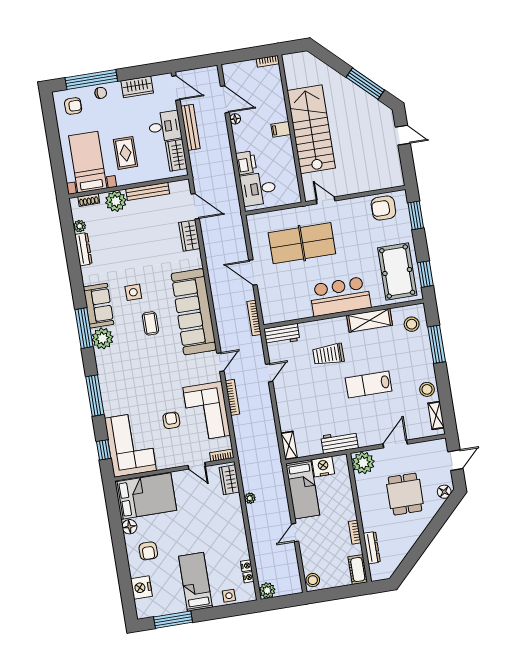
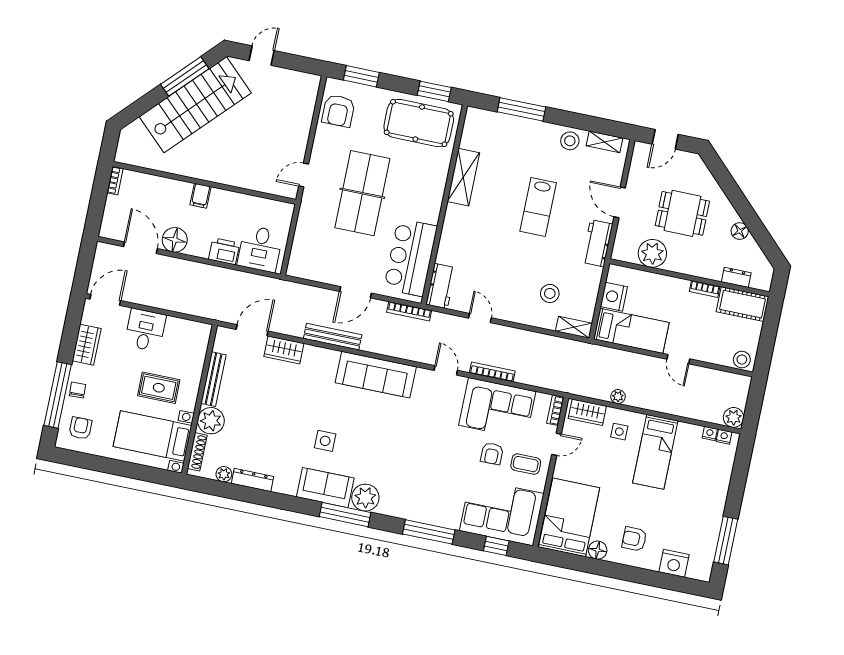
door: (225, 99) -> (140, 248), hinge flipped
floor lamp: (235, 119) -> (175, 240), width x1.89, depth x1.89
bench: (190, 127) -> (333, 337), moved
stairs: (311, 129) -> (195, 105), moved, turned 134
wardrobe: (176, 155) -> (184, 330), removed
shoe rack: (89, 200) -> (197, 452), width x1.43
table tennis table: (302, 243) -> (362, 193), moved
bar counter: (340, 296) -> (411, 258), moved
sofa: (194, 312) -> (376, 375), width x0.74, depth x0.79
coffee table: (150, 323) -> (526, 464), moved
stool: (412, 324) -> (550, 293), moved
trolley: (328, 354) -> (485, 241), removed
armchair: (171, 420) -> (492, 454), turned -90
workbench: (340, 442) -> (597, 243), moved
door: (455, 460) -> (665, 139), swing flipped
plant: (363, 463) -> (652, 253), moved
floor lamp: (444, 492) -> (740, 231), moved
dresser: (372, 548) -> (736, 277), width x0.70
armchair: (148, 551) -> (634, 539), turned 180
nightstand: (246, 566) -> (724, 437), moved
cot: (358, 569) -> (742, 304), width x1.37, depth x1.34
bed: (196, 582) -> (655, 452), moved, turned -90
side table: (229, 596) -> (619, 432), moved

